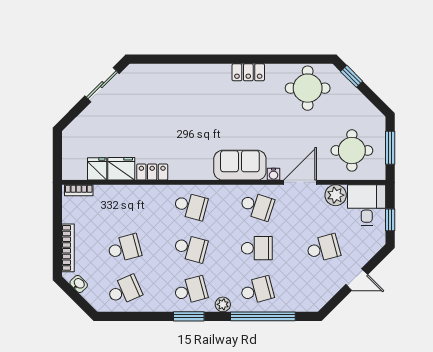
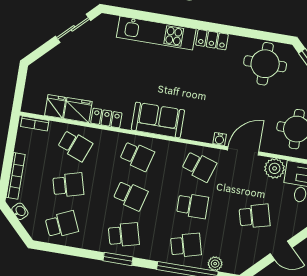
kitchen unit: (189, 75) -> (156, 33), added
sofa: (240, 165) -> (158, 120), moved
school desk: (124, 206) -> (75, 145), added
plant: (223, 304) -> (215, 264), moved

